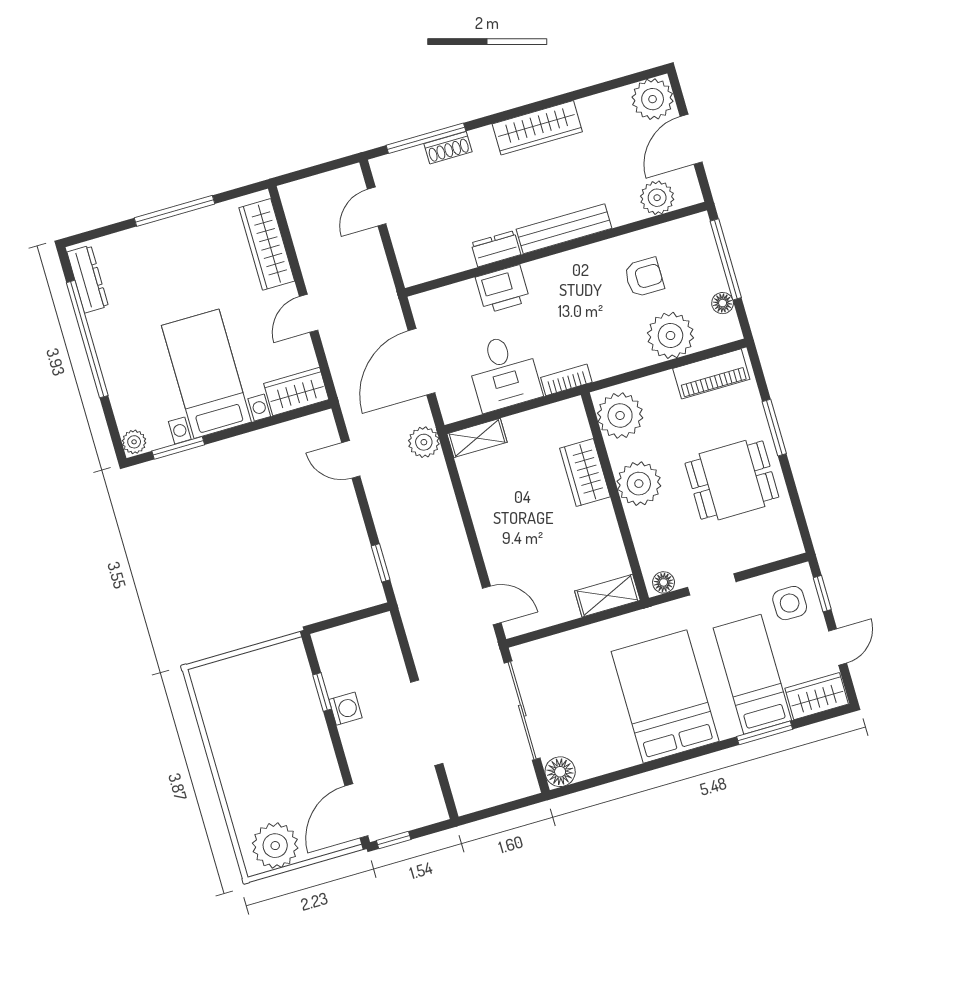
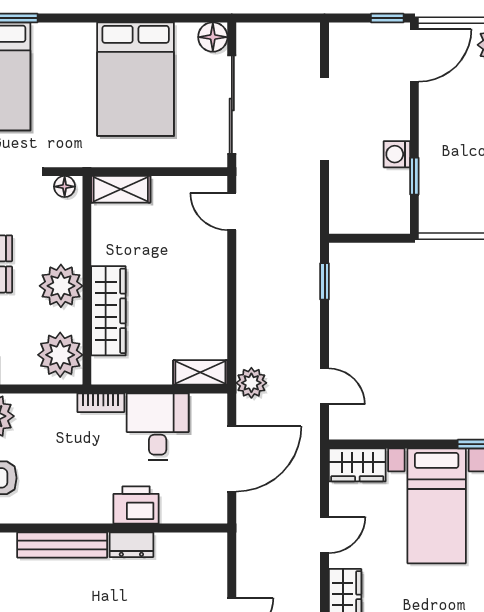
wardrobe: (585, 472) -> (108, 311), width x1.50
bed: (665, 696) -> (136, 79), moved

